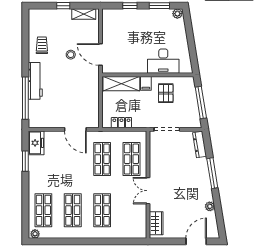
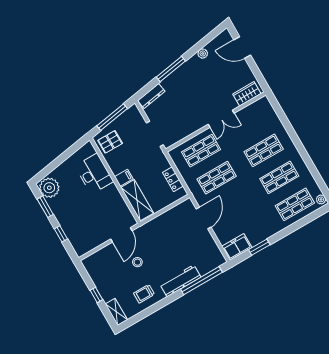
shelving: (84, 14) -> (116, 312), moved
plant: (177, 14) -> (49, 188), width x1.88, depth x1.88
pallet: (166, 93) -> (110, 142), moved

